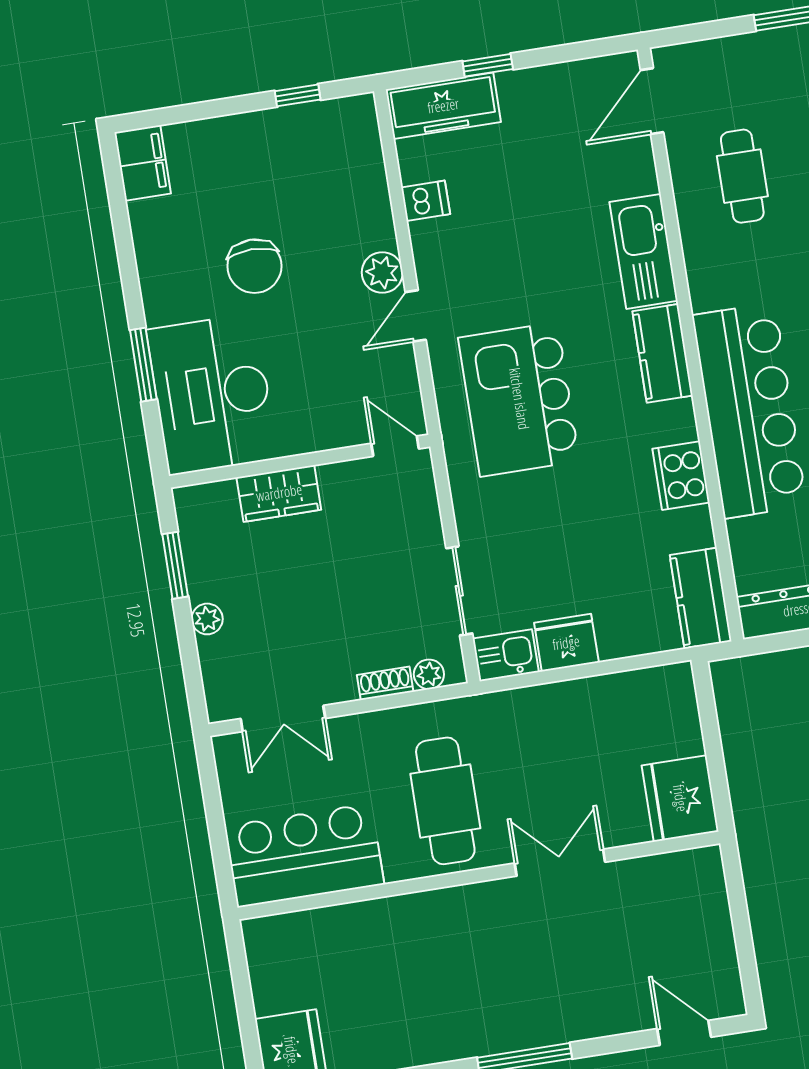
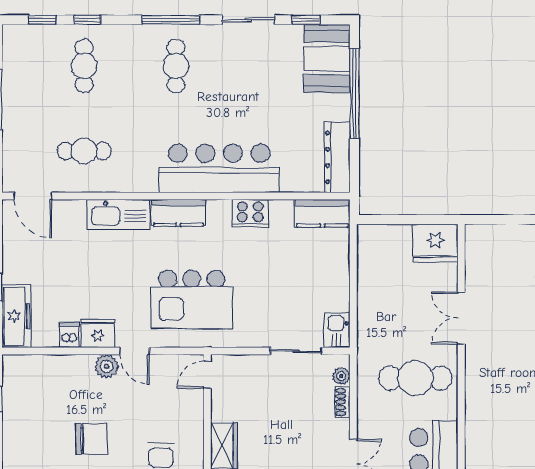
fridge: (566, 643) -> (98, 333), moved, turned 90

